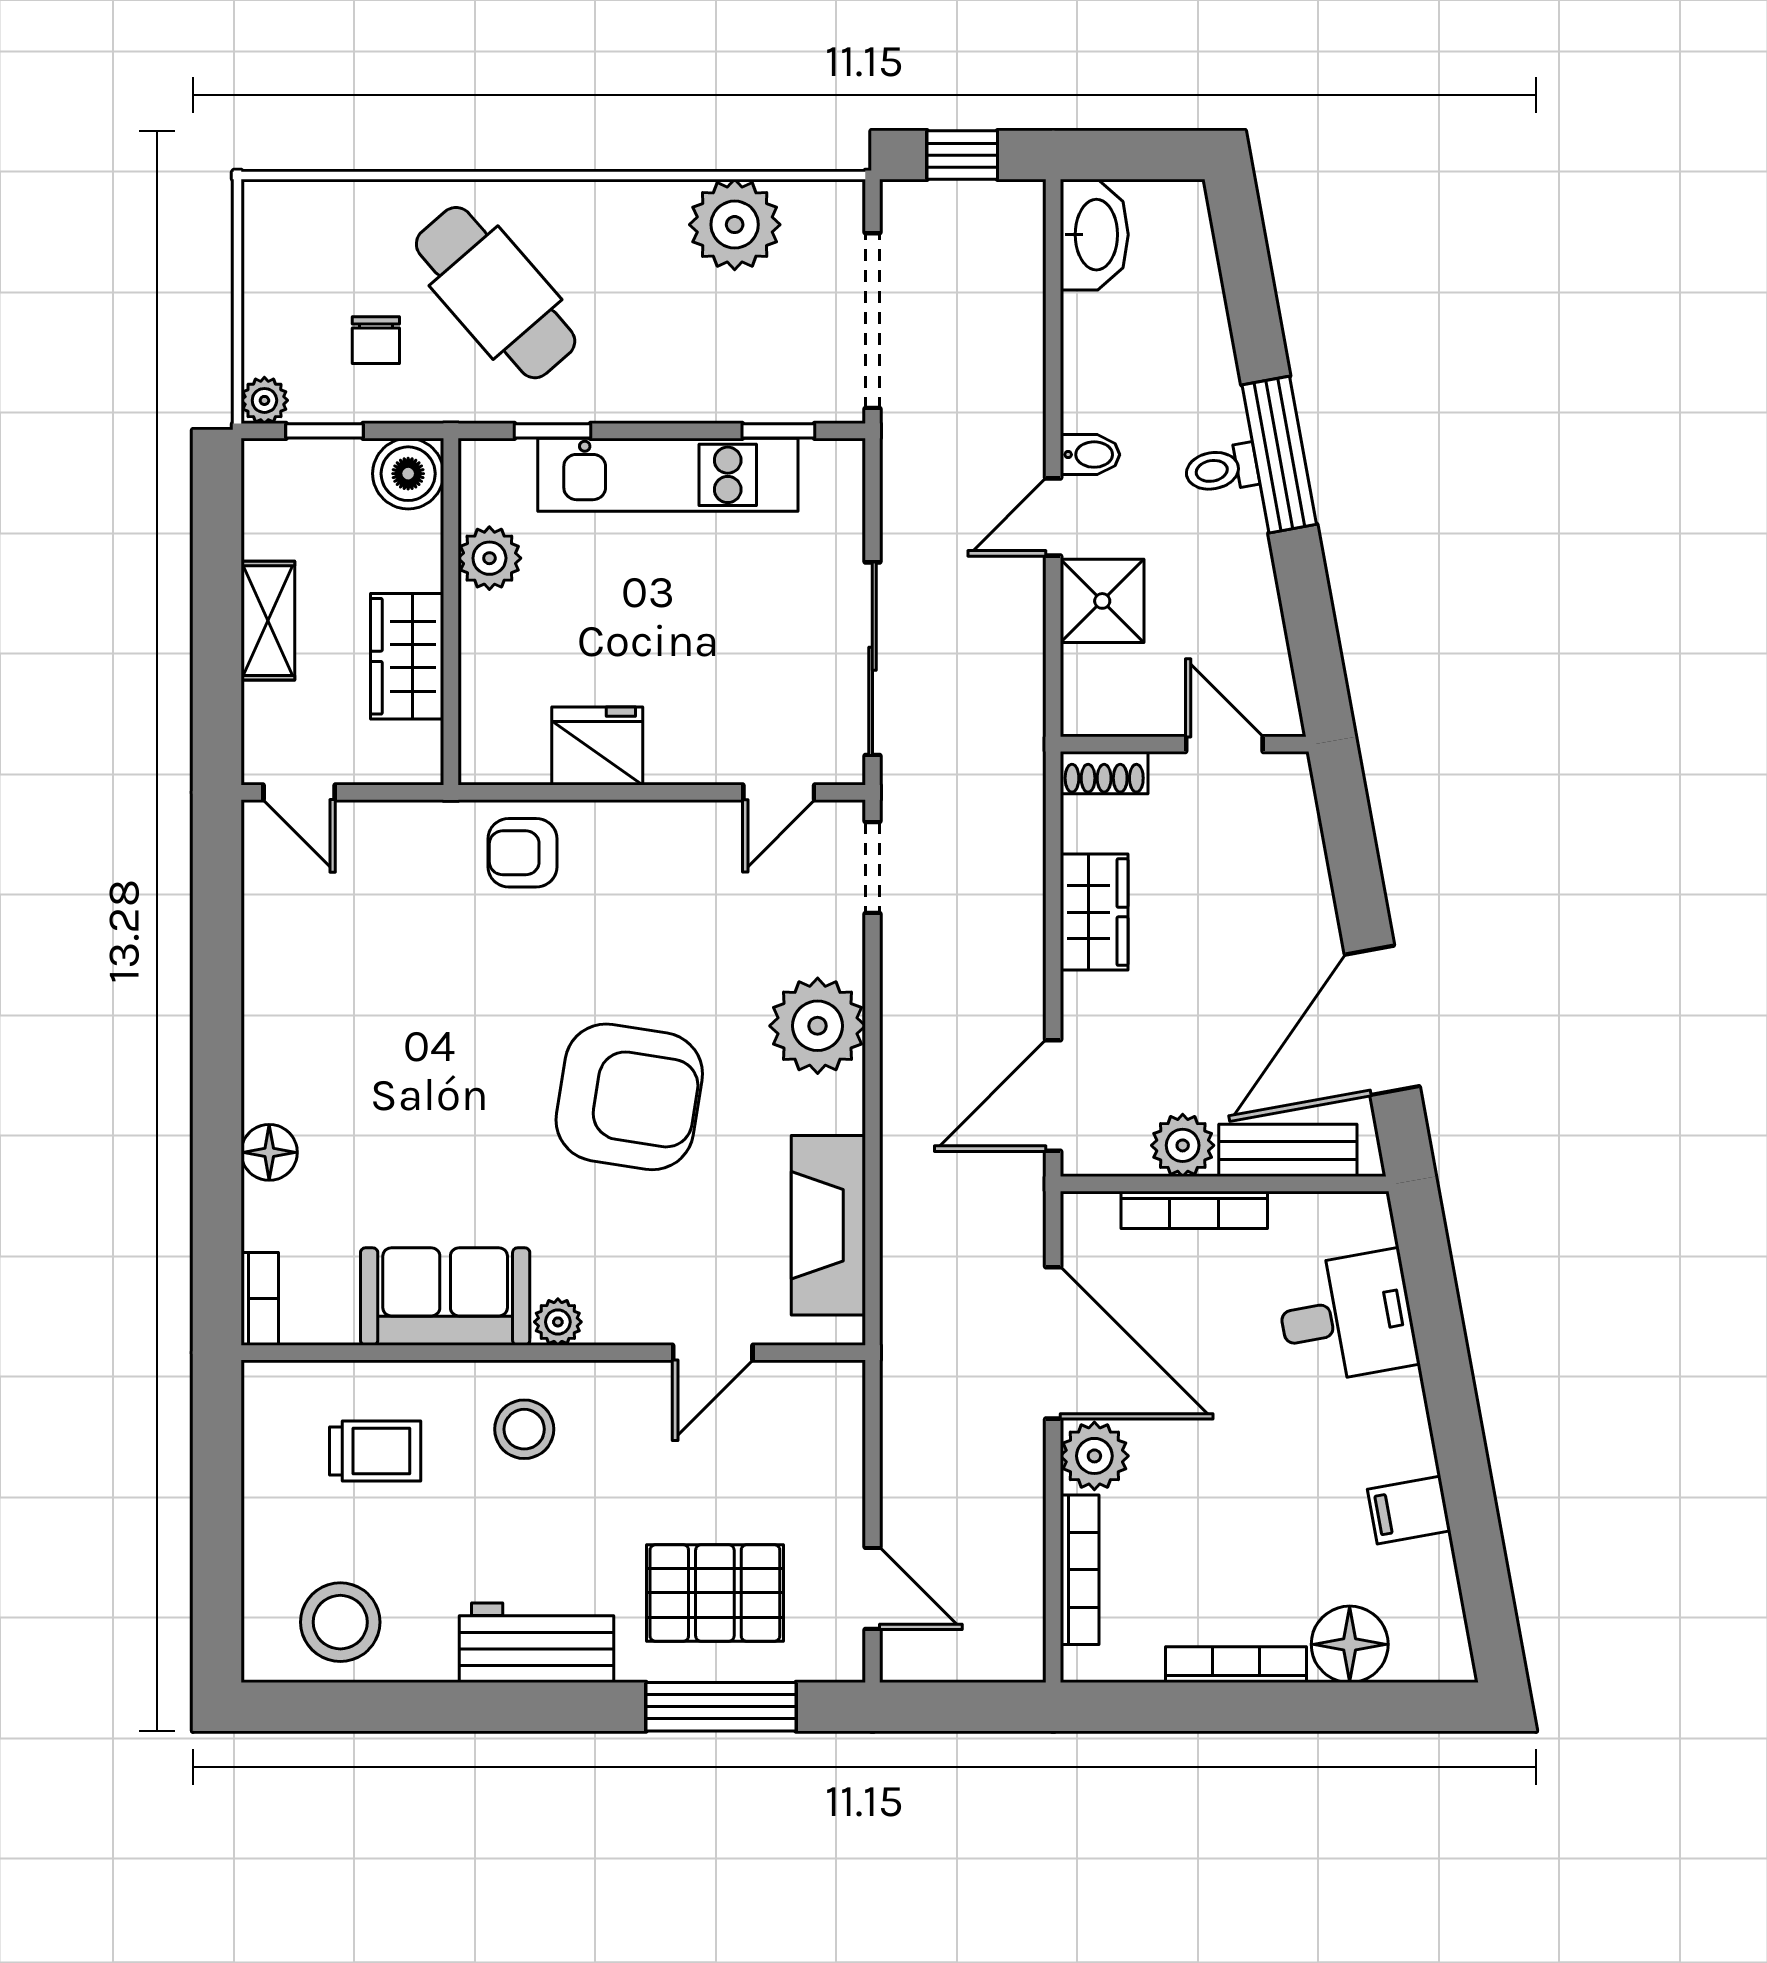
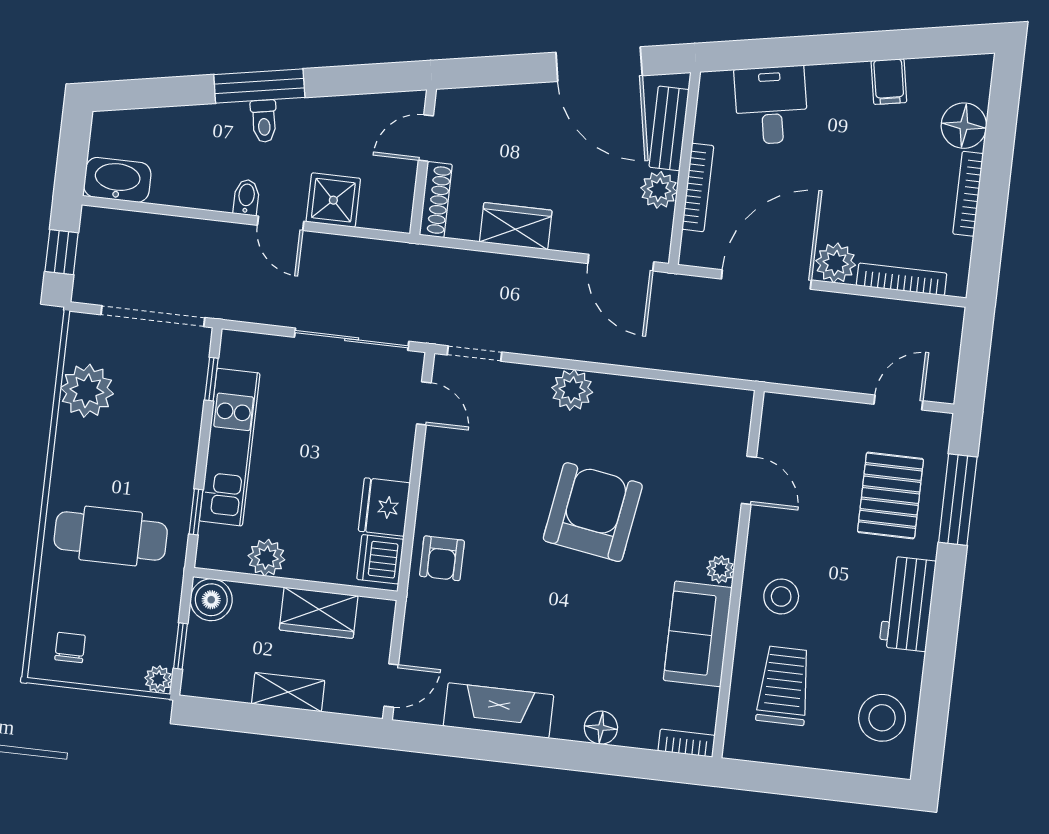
cafe table: (496, 293) -> (111, 536), turned 41
chair: (376, 340) -> (70, 647), moved, turned -90
dishwasher: (509, 749) -> (380, 559), added
shoe rack: (1104, 773) -> (436, 200), width x1.43
plant: (818, 1026) -> (572, 390), width x0.73, depth x0.73
fireplace: (828, 1225) -> (498, 710), moved, turned 180
trolley: (375, 1451) -> (784, 686), width x1.36, depth x1.39

